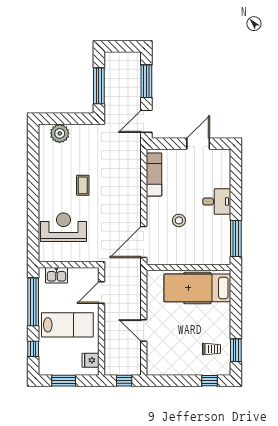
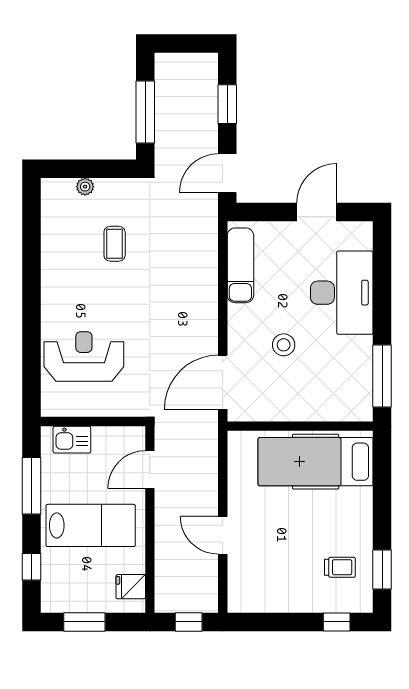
window: (146, 81) -> (227, 104), width x0.69
plant: (60, 133) -> (85, 187), width x0.53, depth x0.53
coffee table: (83, 185) -> (115, 244), moved
desk: (217, 202) -> (342, 293), width x1.87, depth x1.30
window: (33, 302) -> (31, 486), width x0.68

